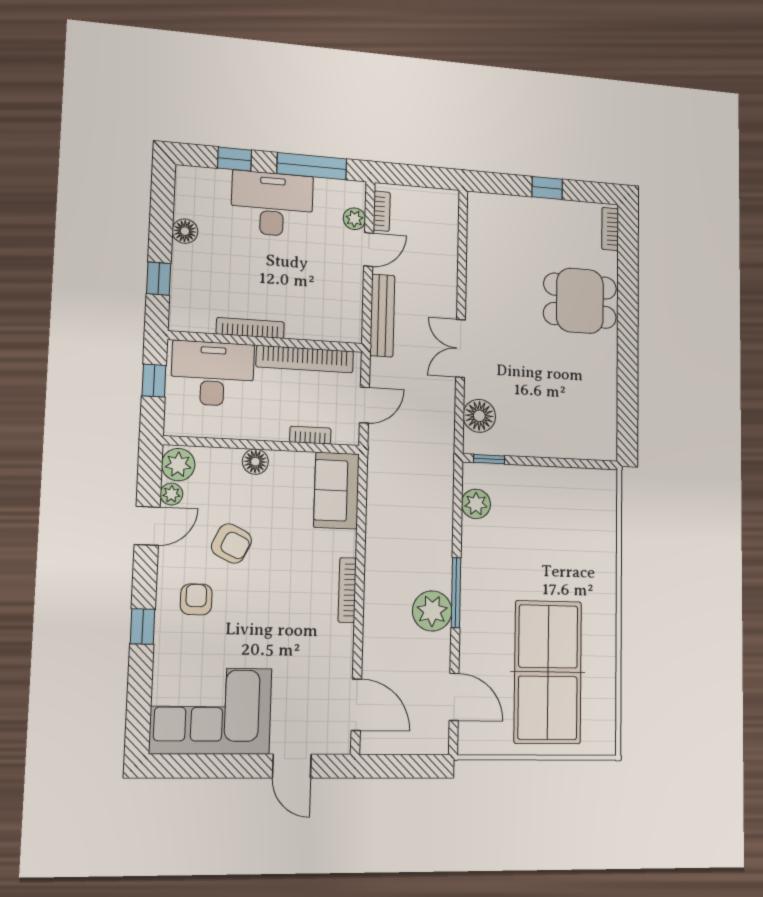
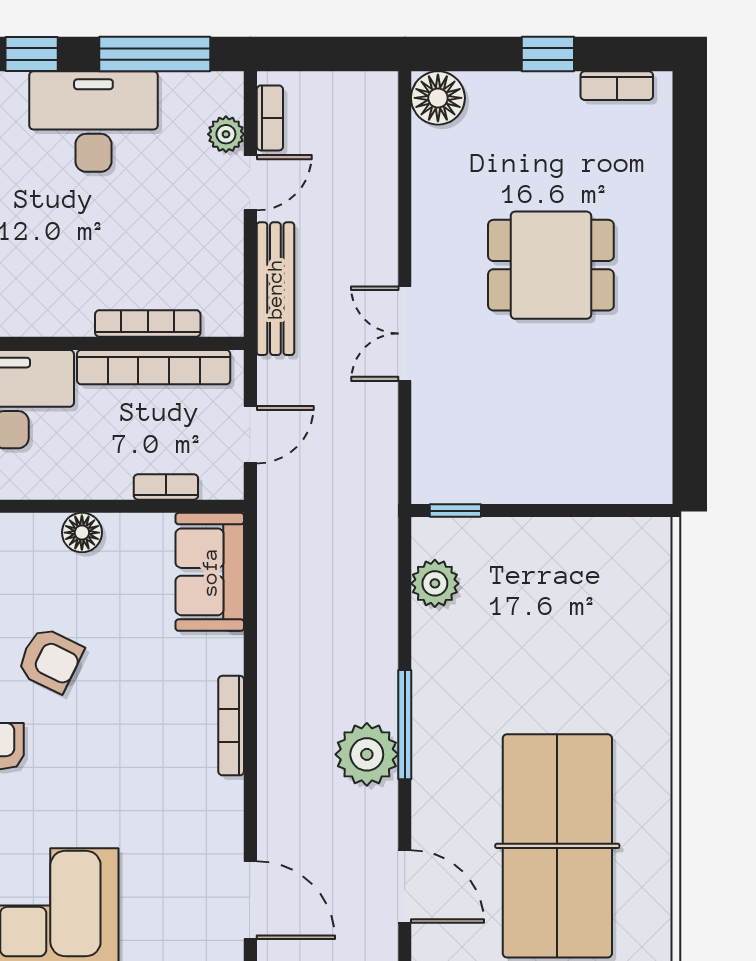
bookcase: (610, 229) -> (617, 86), moved, turned -90
dining table: (580, 301) -> (551, 265), moved
bookcase: (250, 328) -> (148, 323), moved
floor lamp: (479, 416) -> (438, 98), moved

